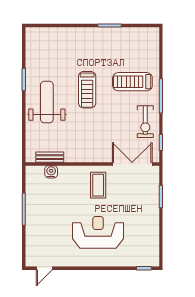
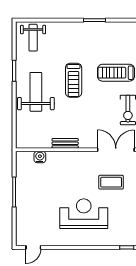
weight bench: (44, 44) -> (33, 38), added
bench: (50, 157) -> (65, 143), moved
coffee table: (98, 185) -> (111, 182), moved, turned 90

